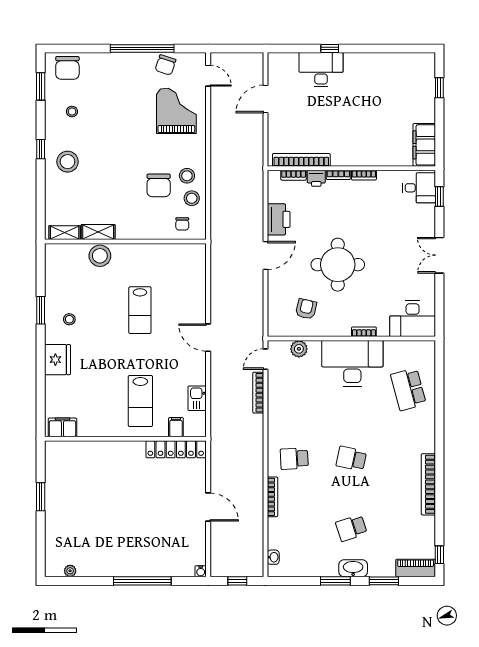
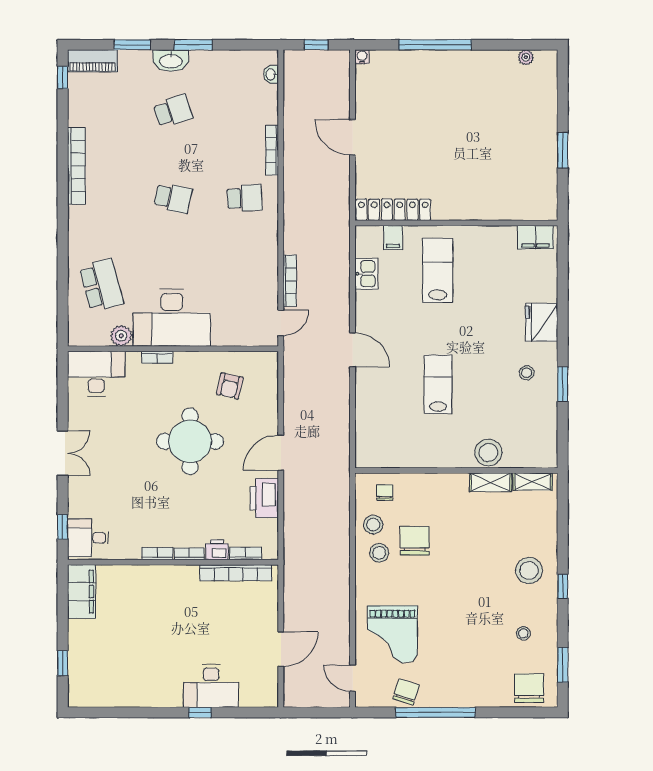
plant: (299, 349) -> (121, 336), moved

